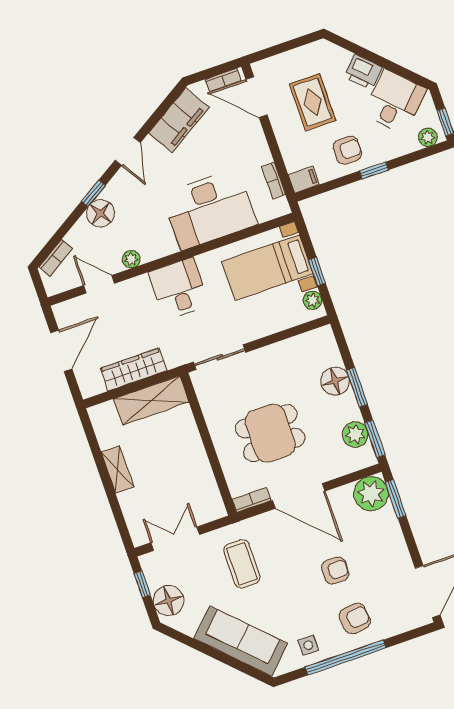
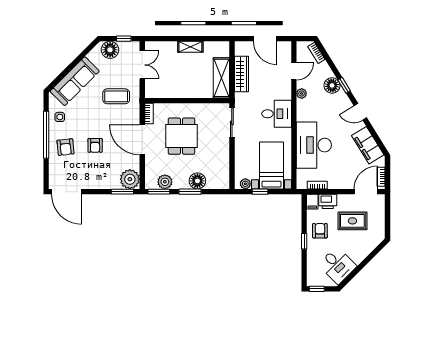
printer: (363, 72) -> (328, 201), moved, turned -135
plant: (428, 137) -> (312, 277), removed
armchair: (347, 150) -> (320, 231), turned 180
door: (299, 496) -> (142, 140), hinge flipped

